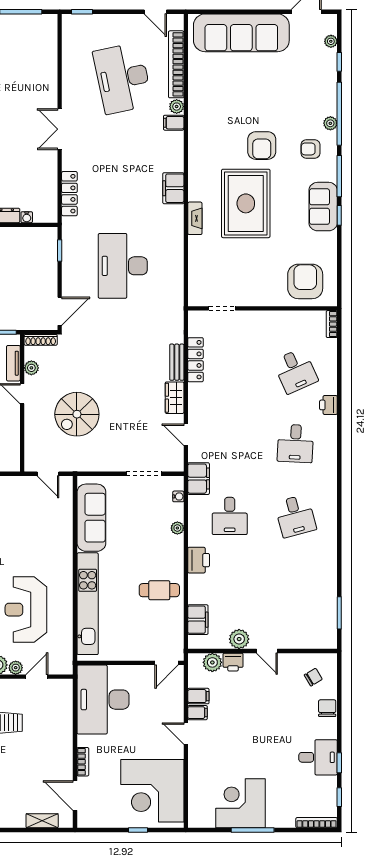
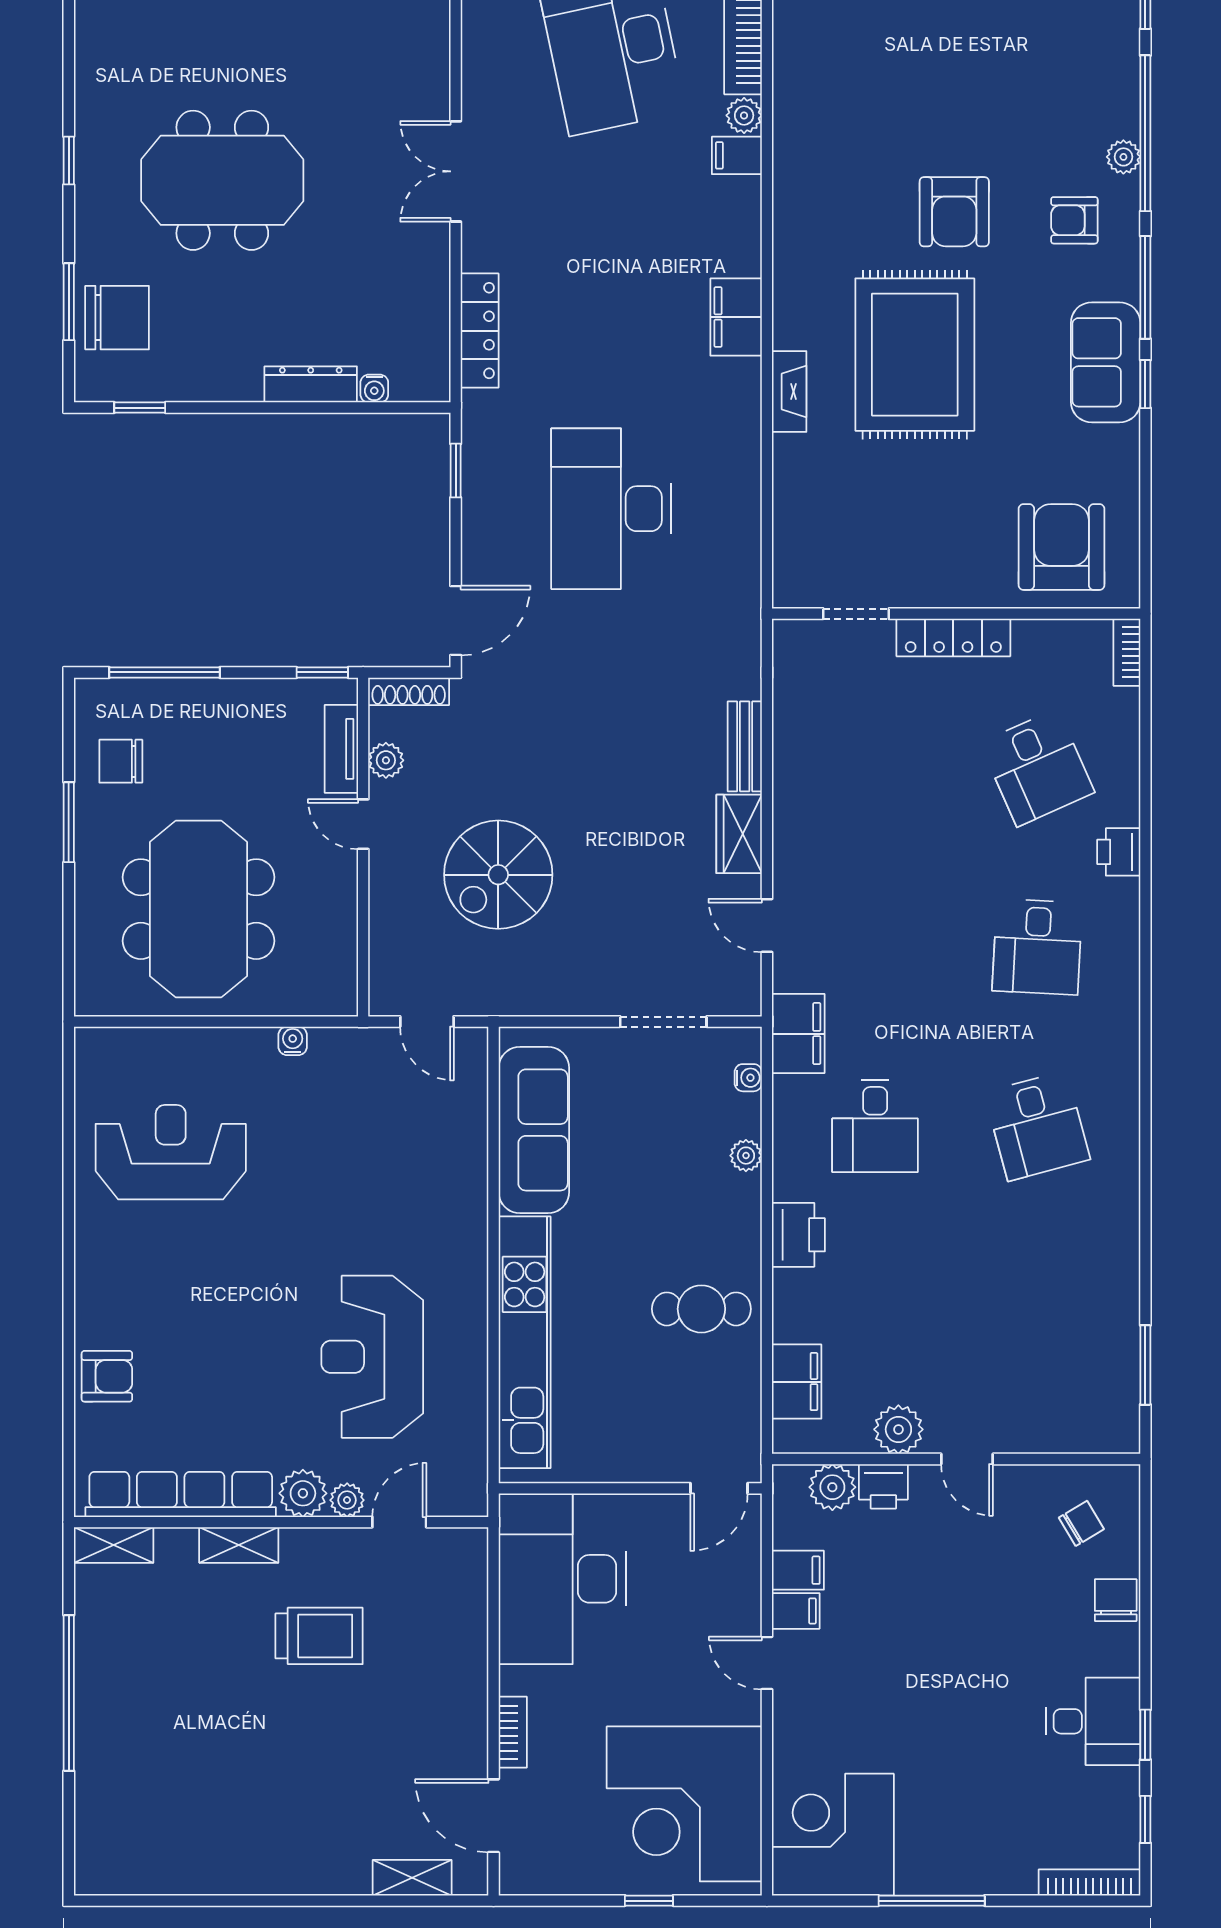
locker: (196, 360) -> (953, 637), moved, turned 90
corner desk: (240, 803) -> (833, 1835), moved

